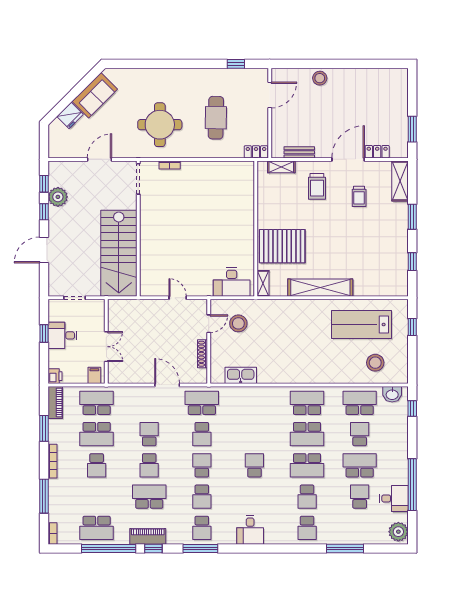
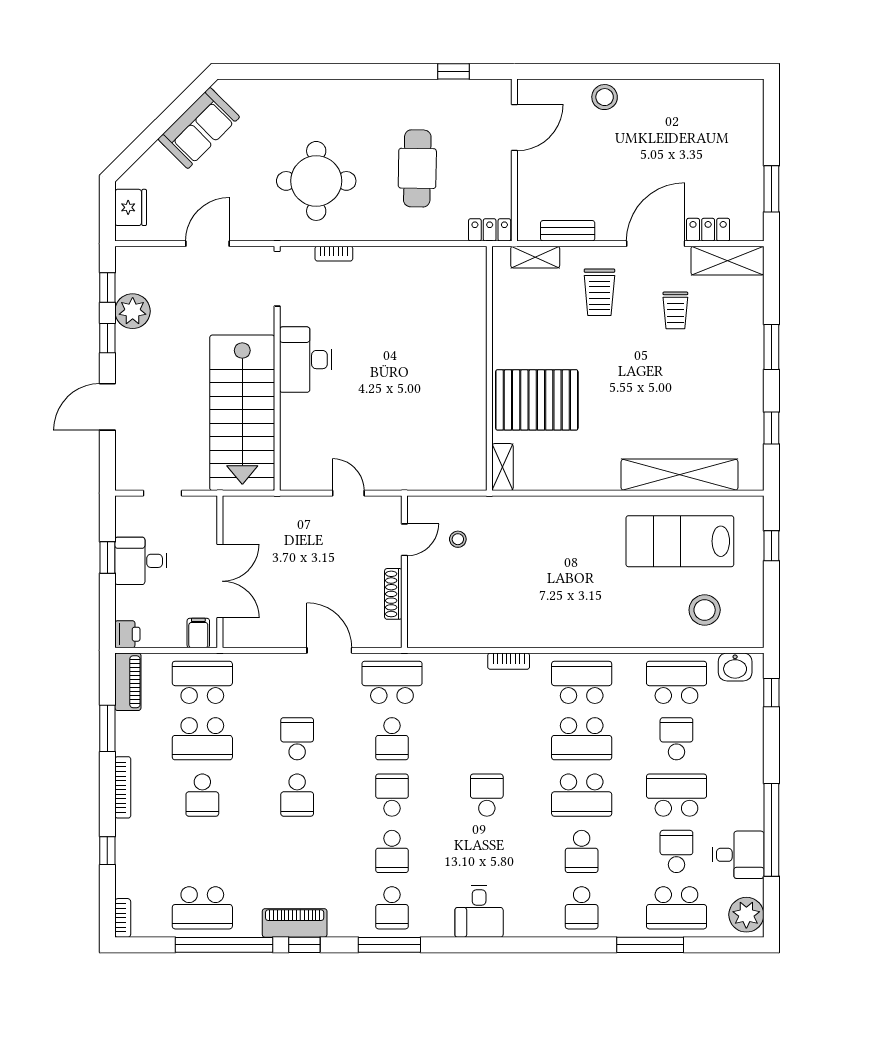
fridge: (70, 115) -> (131, 207), moved, turned -45
shelving: (400, 181) -> (727, 261), moved, turned 90
desk: (232, 282) -> (306, 360), moved, turned 90
shelving: (320, 288) -> (679, 475), moved
stool: (238, 323) -> (458, 539), width x0.53, depth x0.53
double door: (106, 347) -> (220, 581), width x1.37
kitchen sink: (241, 375) -> (462, 633), removed
bookcase: (267, 391) -> (509, 661), added
window: (44, 496) -> (107, 851), width x0.46
school desk: (149, 497) -> (676, 908), moved, turned 180

